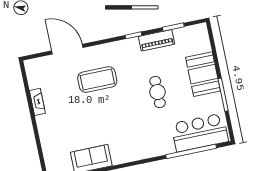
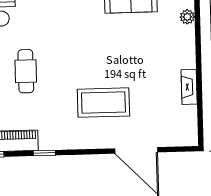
plant: (48, 152) -> (187, 17), added

